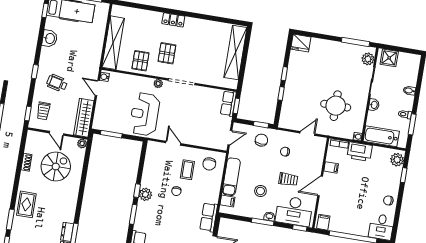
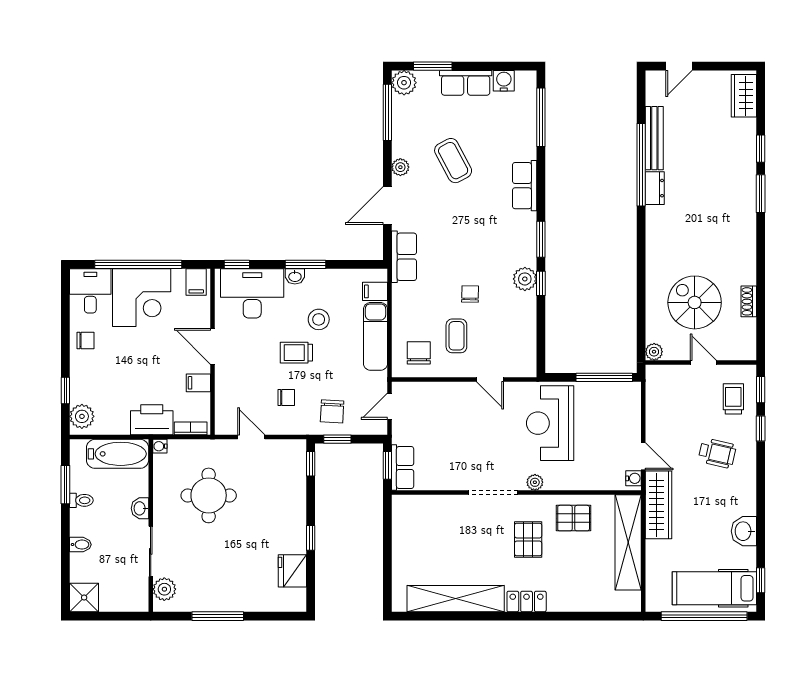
window: (355, 42) -> (218, 616), moved
fridge: (301, 43) -> (292, 571), moved, turned -90
shelving: (235, 52) -> (456, 599), moved, turned 90
shower: (389, 58) -> (84, 598), moved
pallet: (140, 61) -> (574, 518), turned 90
window: (35, 72) -> (761, 429), moved
window: (281, 93) -> (311, 464), moved
reception desk: (145, 114) -> (550, 423), turned 180
wardrobe: (84, 118) -> (659, 505), moved
door: (307, 133) -> (251, 437), swing flipped
window: (111, 134) -> (604, 377), width x1.44
spiral stairs: (56, 166) -> (695, 302), turned 90
trolley: (288, 179) -> (296, 353), moved
door: (320, 186) -> (213, 346), swing flipped
rug: (26, 204) -> (736, 225), removed
corner desk: (354, 219) -> (142, 298), added

